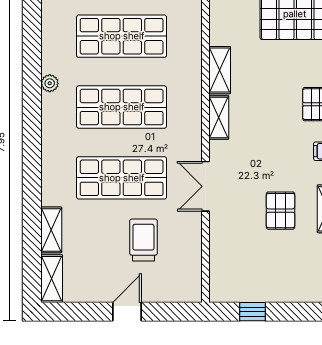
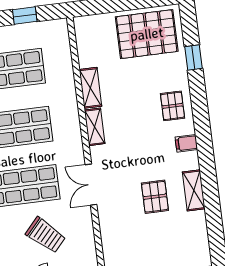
trolley: (143, 240) -> (46, 235), turned 132

